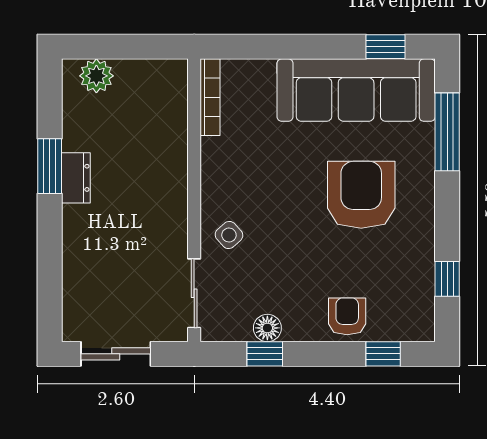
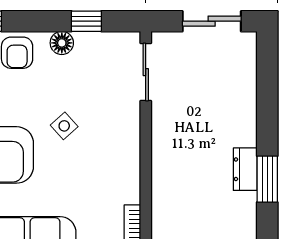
side table: (229, 235) -> (64, 126), moved
floor lamp: (267, 328) -> (62, 43), moved

